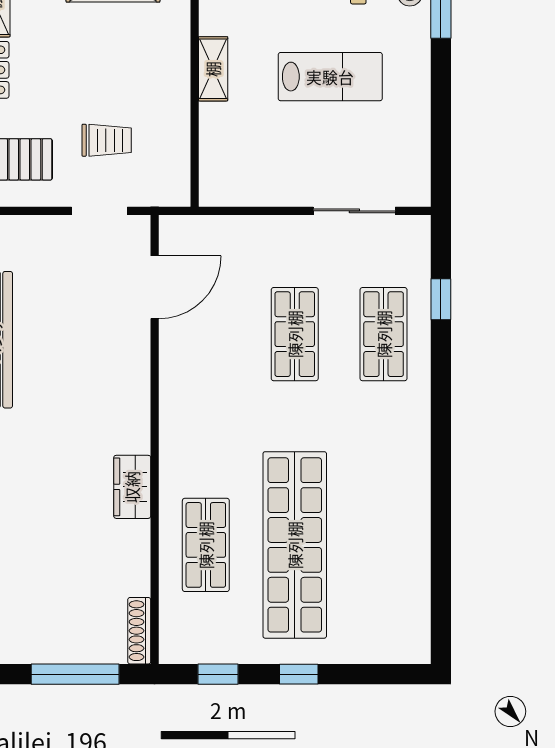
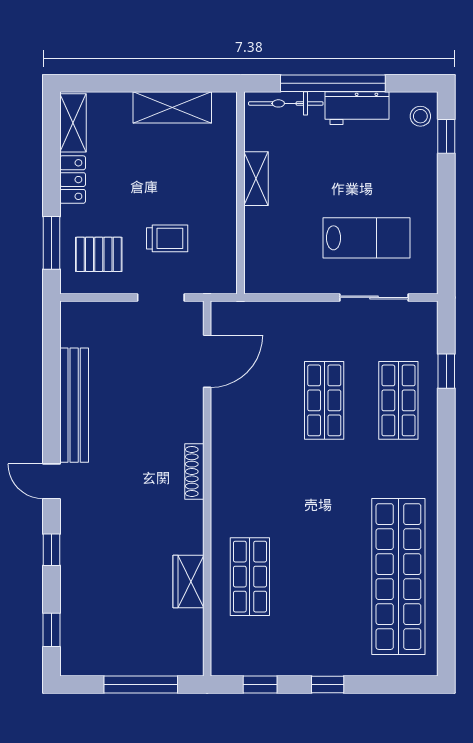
lab bench: (330, 77) -> (366, 238), moved
wardrobe: (132, 487) -> (188, 581), moved
shop shelf: (295, 545) -> (398, 577), moved
shoe rack: (139, 631) -> (194, 471), moved

